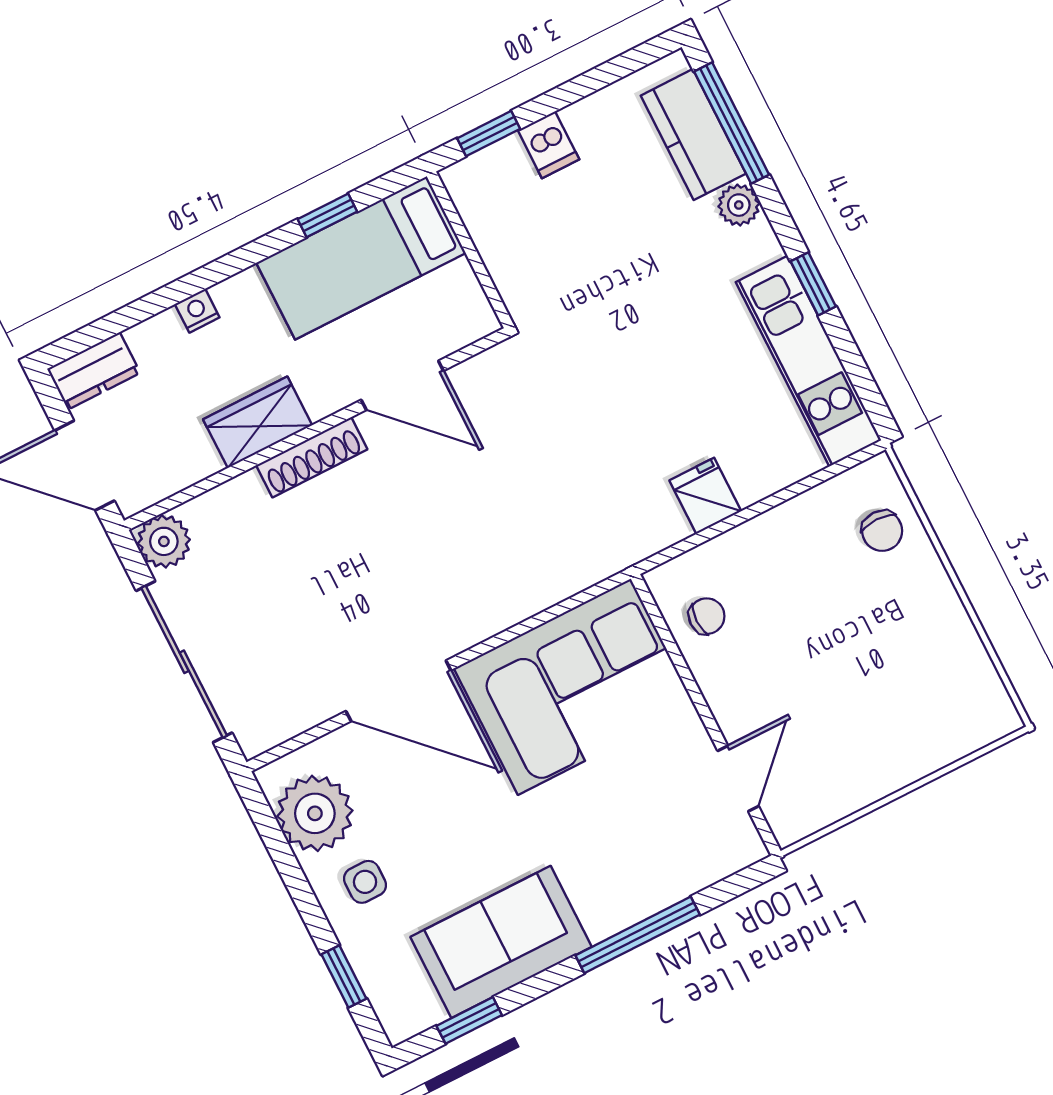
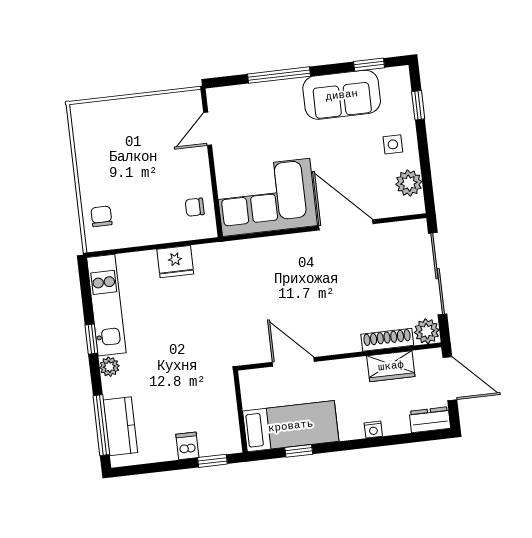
plant: (739, 205) -> (109, 367), moved
wardrobe: (258, 422) -> (391, 366), moved
shoe rack: (312, 457) -> (387, 340), moved
fridge: (705, 496) -> (175, 262), width x1.38
plant: (315, 813) -> (409, 183), width x0.73, depth x0.73

